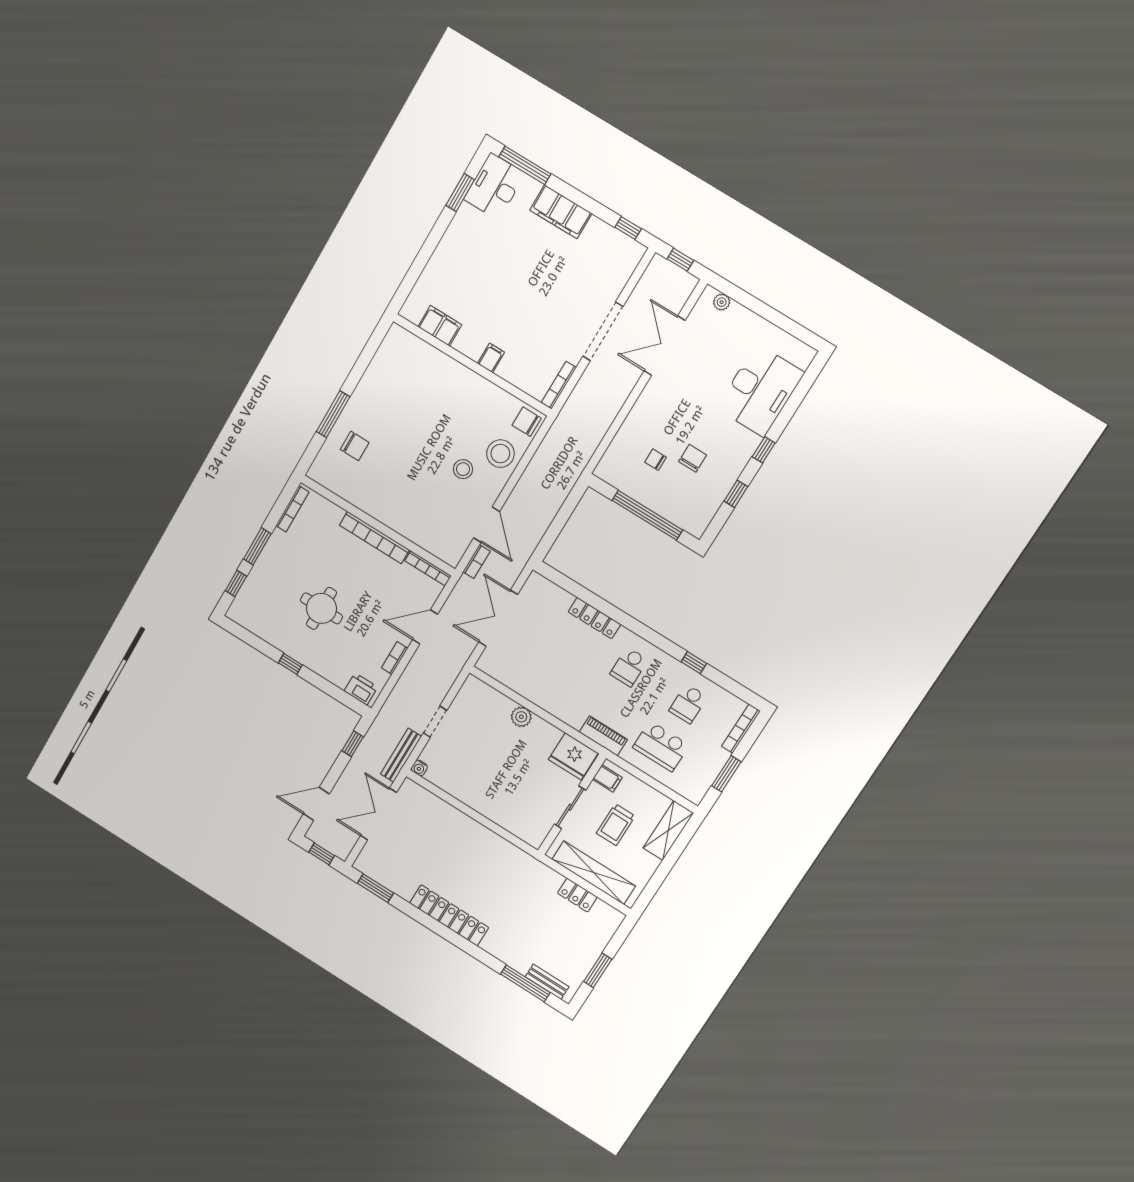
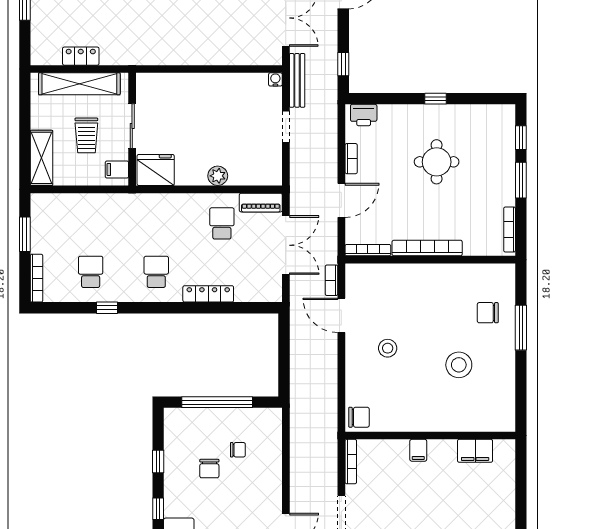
stool: (500, 454) -> (459, 365), moved
piano: (603, 736) -> (261, 203), moved
school desk: (661, 746) -> (222, 223), moved, width x0.54
trolley: (616, 825) -> (86, 135), turned 180

